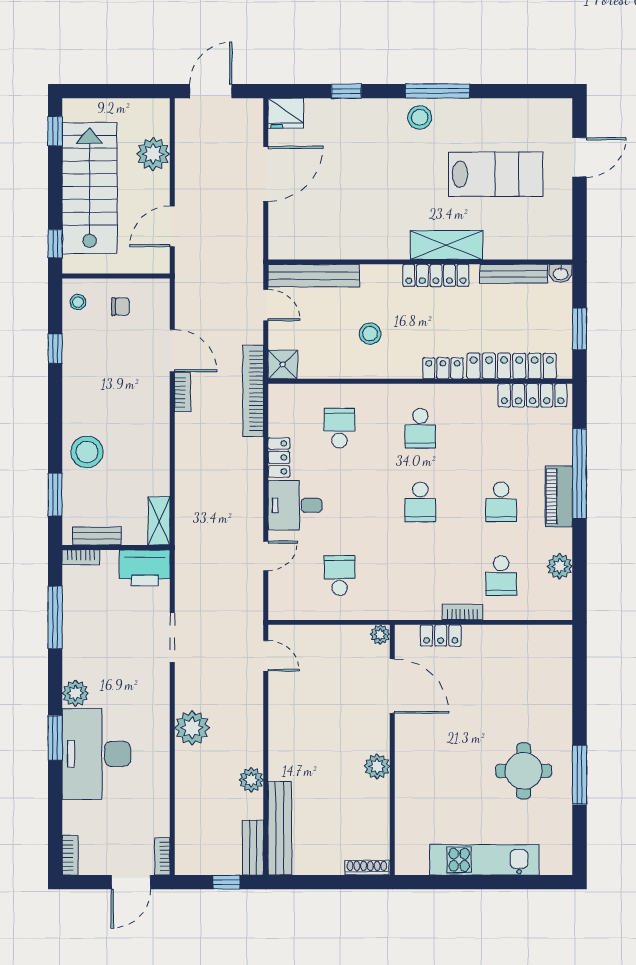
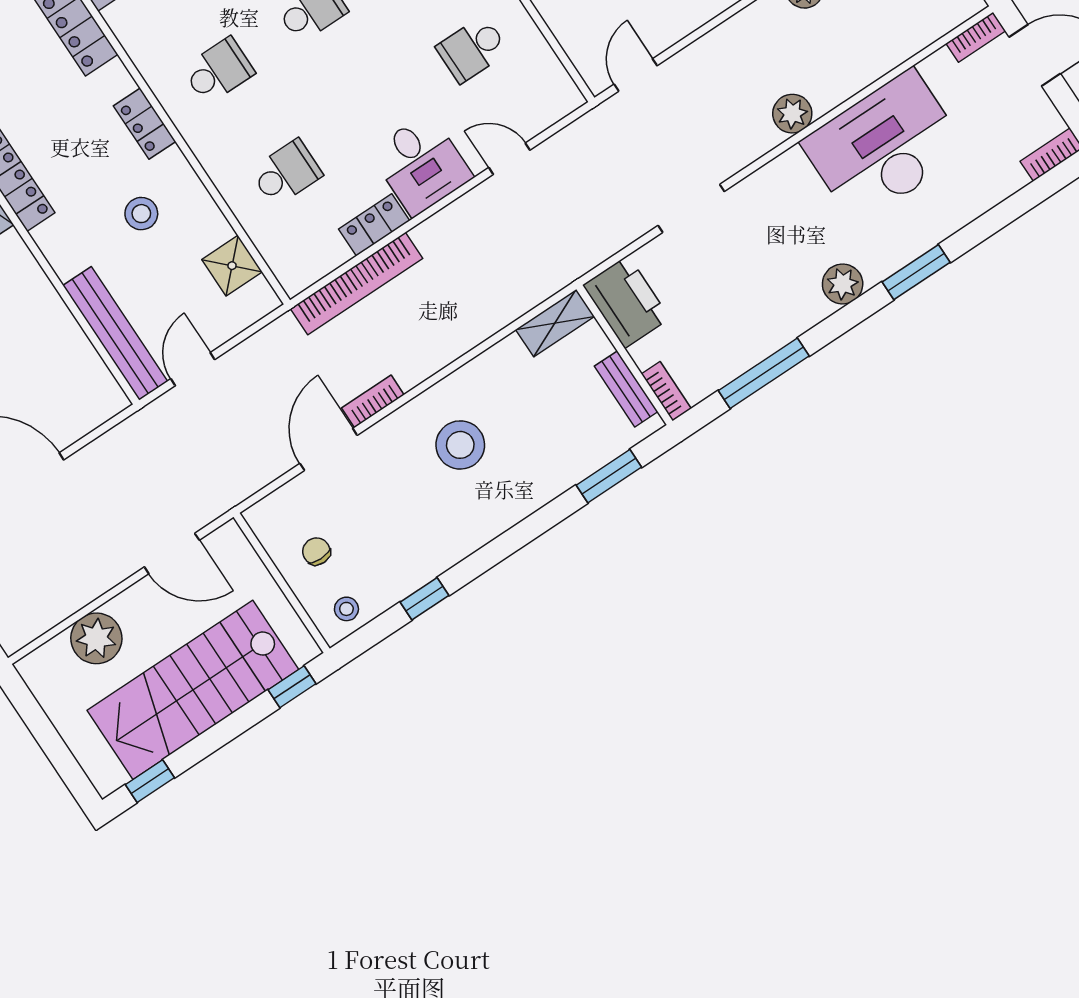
shower: (283, 364) -> (232, 266), moved
locker: (443, 368) -> (145, 124), moved
bookcase: (253, 391) -> (357, 283), moved
school desk: (340, 428) -> (286, 173), turned 180
stool: (87, 452) -> (460, 445), moved
plant: (192, 728) -> (792, 114), width x0.73, depth x0.73
desk: (96, 754) -> (884, 147), moved, turned 180

